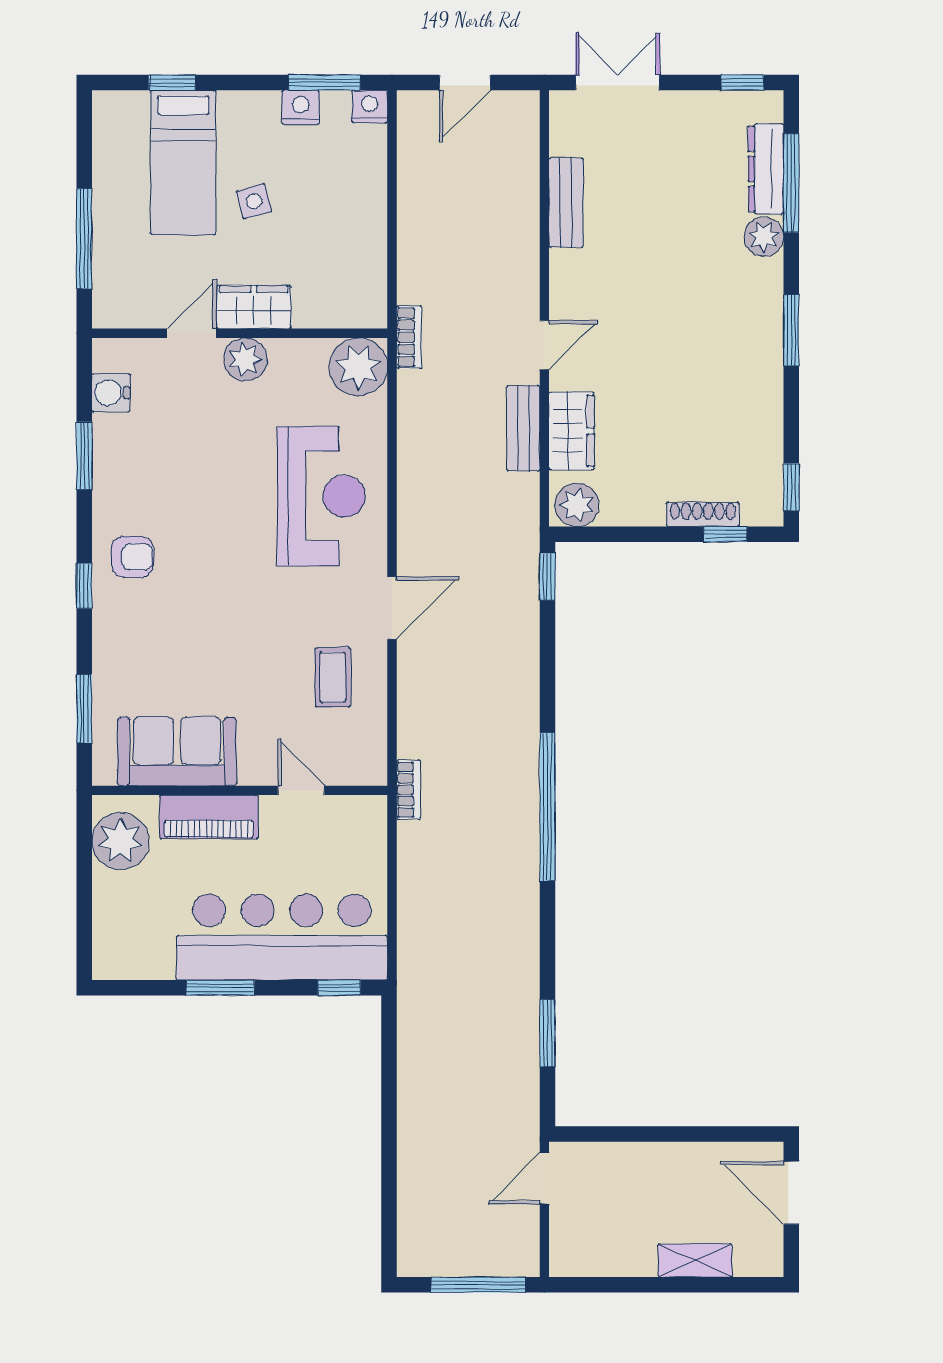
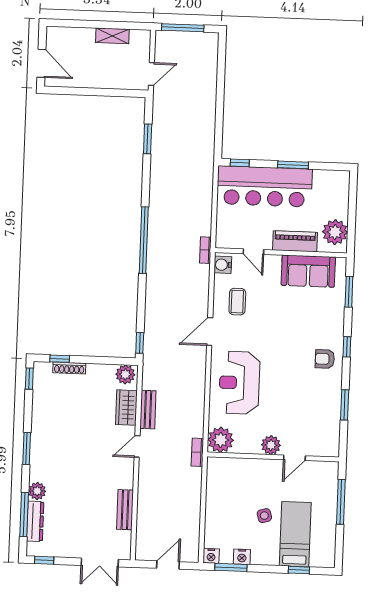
wardrobe: (254, 307) -> (266, 468), removed
water cooler: (111, 393) -> (223, 265), moved, turned 180
shelving: (695, 1260) -> (112, 36), moved

